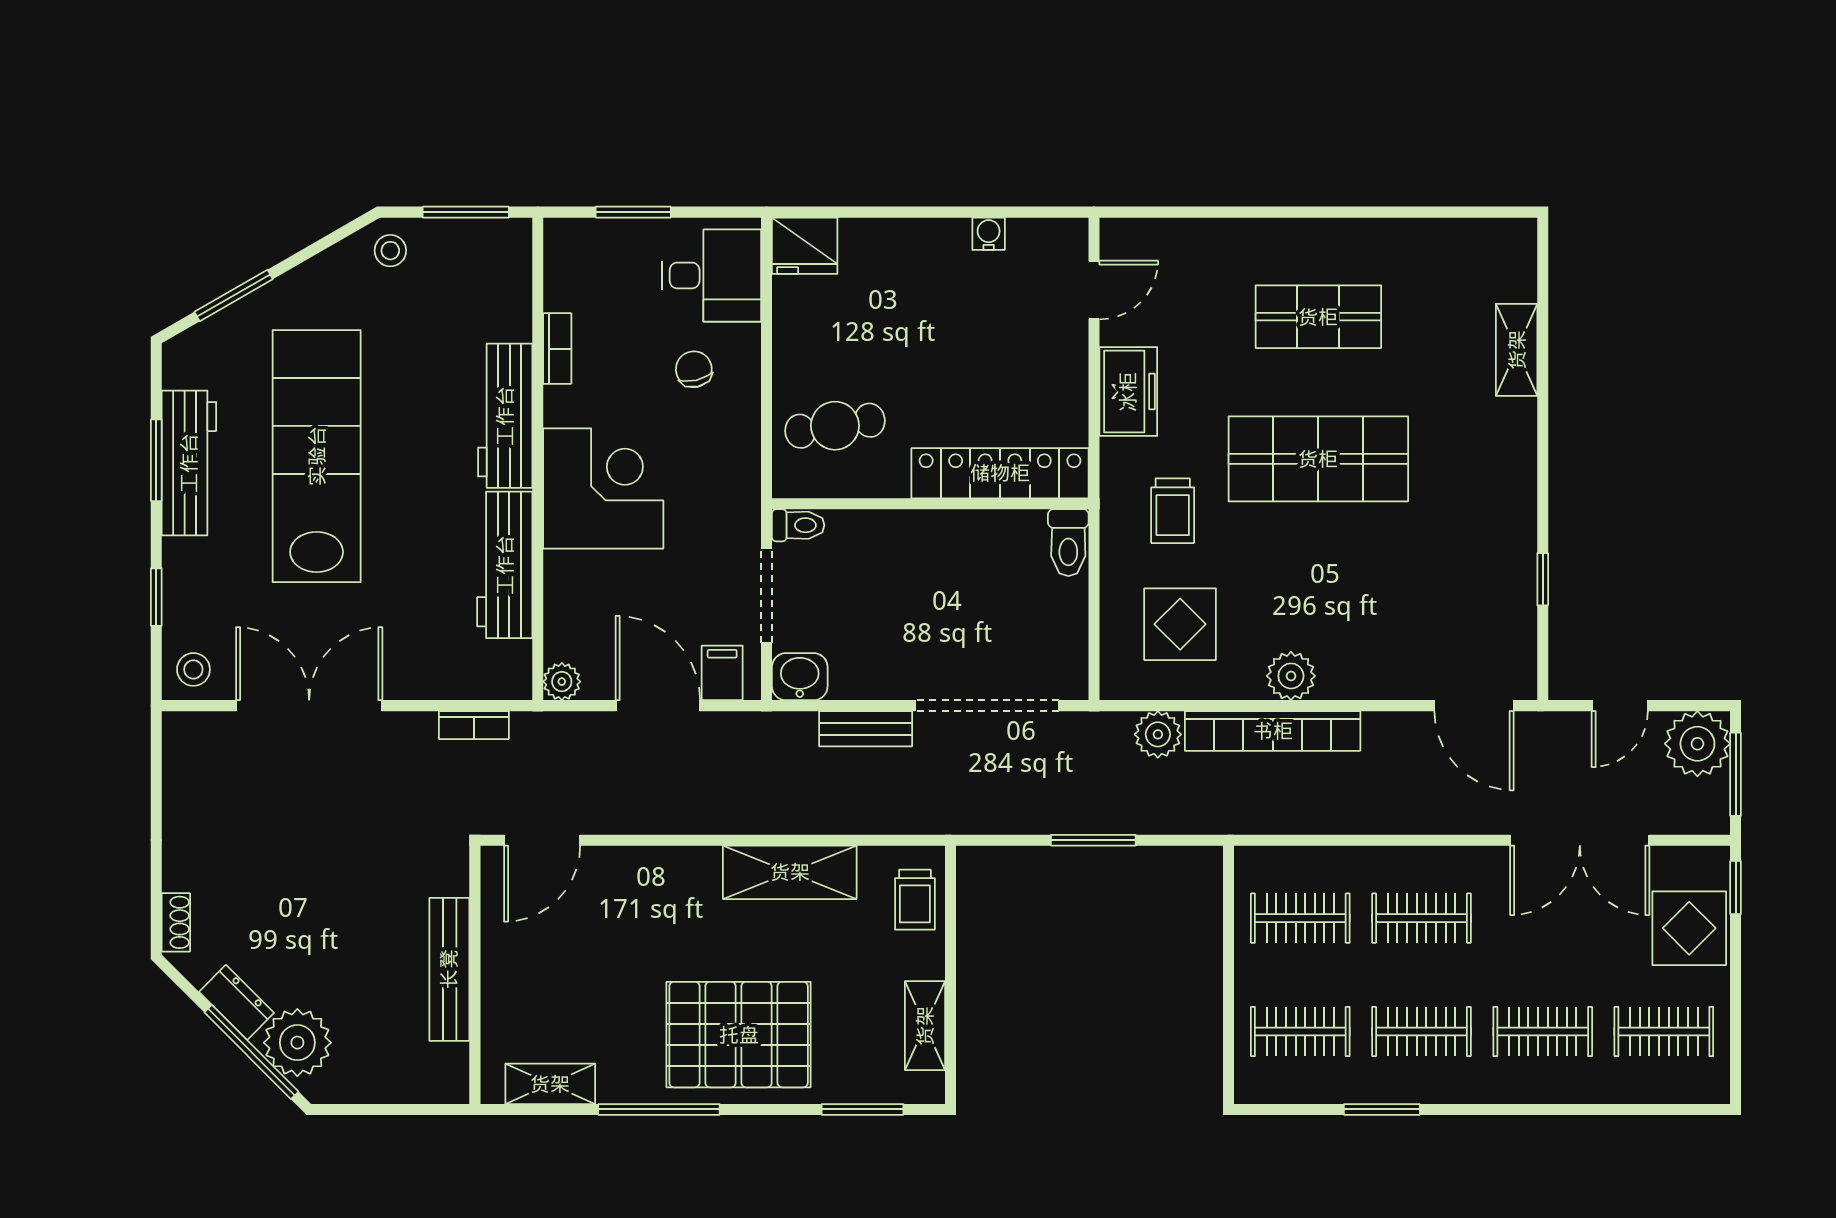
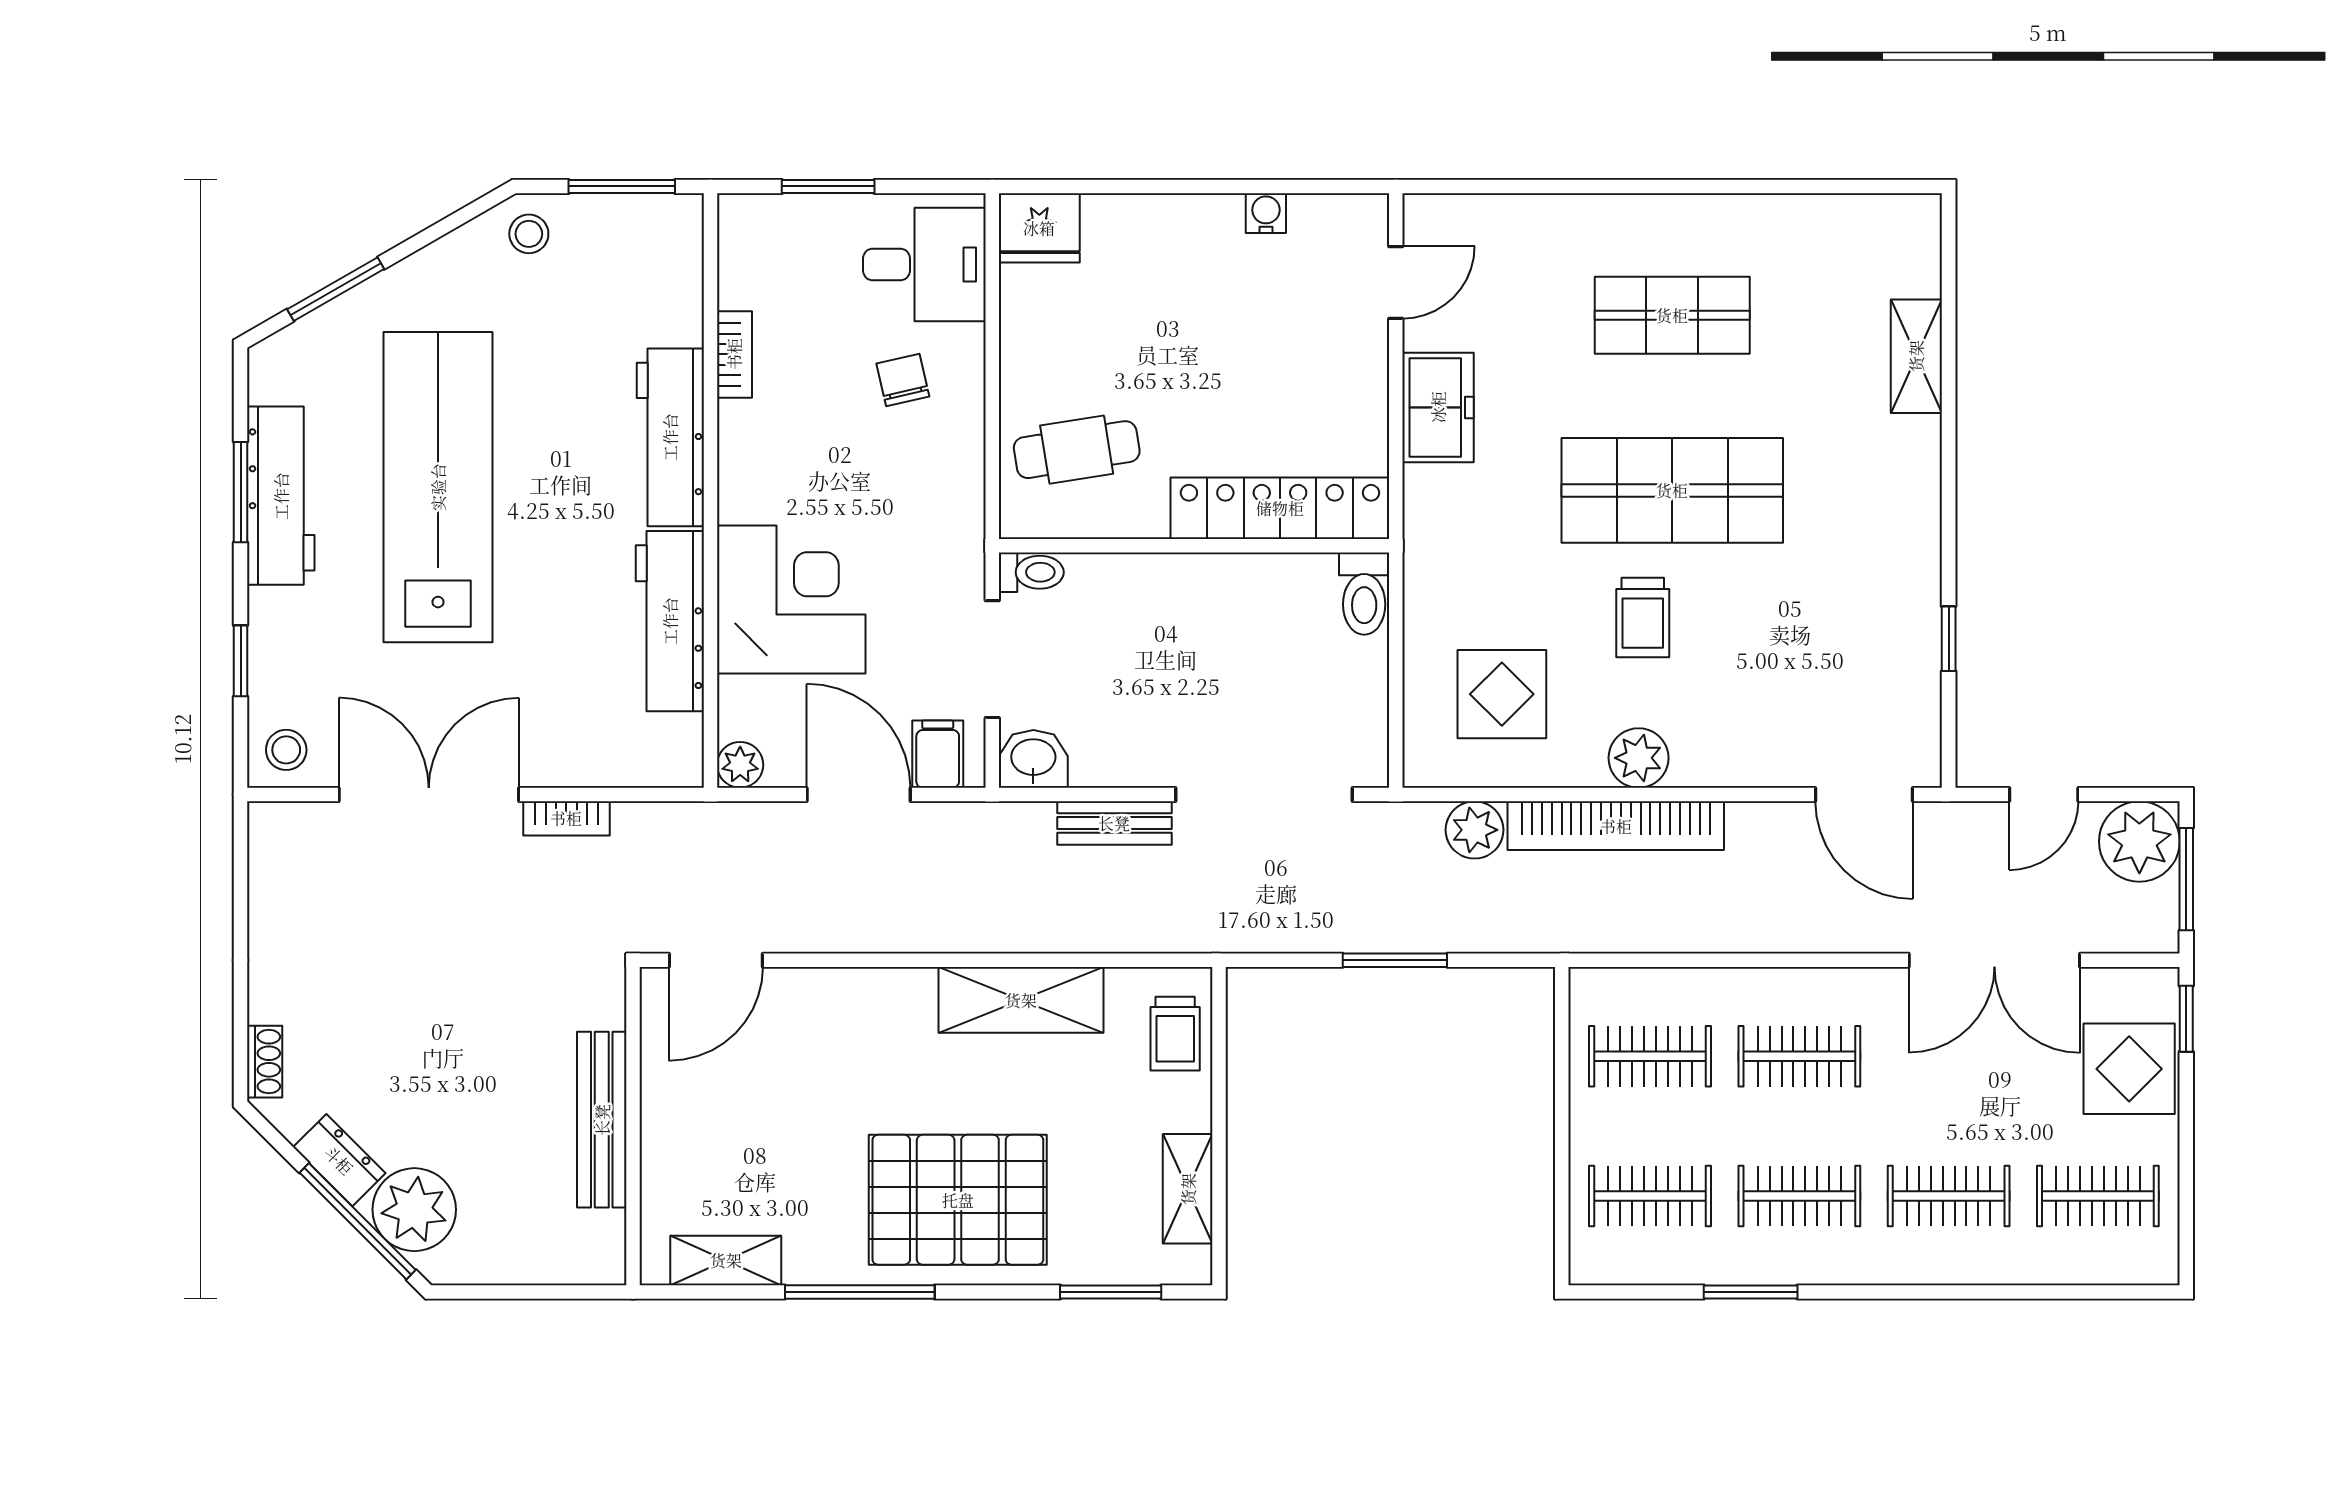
corner desk: (603, 488) -> (791, 599), moved
trolley: (1173, 511) -> (1643, 618), moved
bookcase: (474, 725) -> (566, 818), moved

